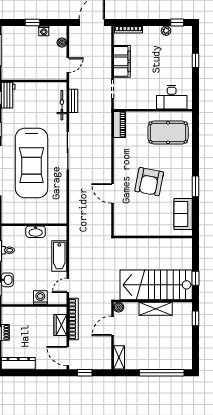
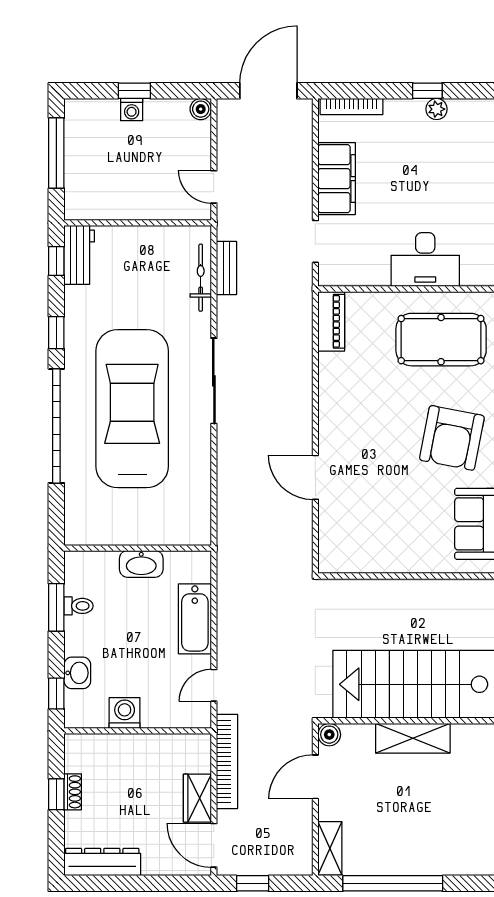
window: (177, 23) -> (427, 91), moved
washing machine: (44, 31) -> (132, 110), moved
boiler: (62, 43) -> (201, 109), moved
door: (68, 65) -> (214, 187), swing flipped
desk: (172, 97) -> (425, 260), moved
car: (32, 163) -> (132, 409), turned 180
armchair: (149, 182) -> (452, 438), moved
washing machine: (40, 298) -> (125, 713), moved
wardrobe: (60, 325) -> (197, 798), moved
window: (162, 373) -> (393, 883), moved

